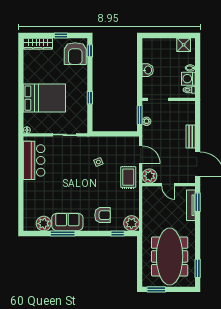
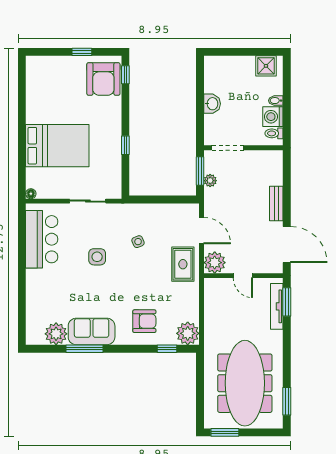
wardrobe: (38, 44) -> (47, 64), removed
side table: (71, 172) -> (97, 257), added

